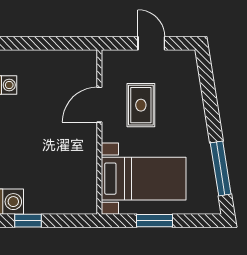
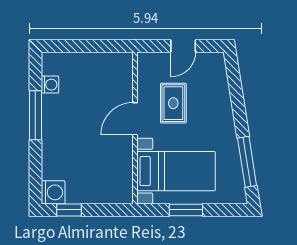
door: (151, 43) -> (183, 46), swing flipped
door: (99, 105) -> (135, 119), moved

